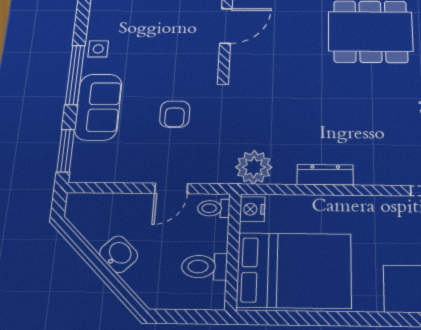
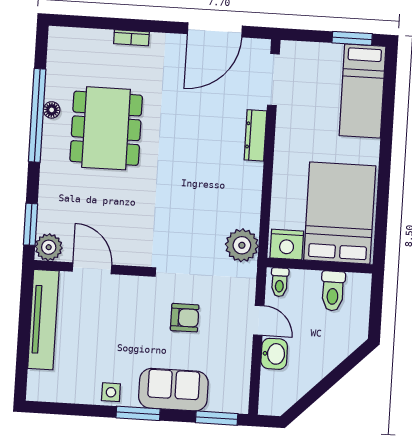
window: (75, 75) -> (138, 413), width x0.69
dresser: (325, 175) -> (255, 135), moved
nightstand: (252, 209) -> (287, 244), width x1.36, depth x1.33
washbasin: (119, 254) -> (274, 354), moved, turned 135

